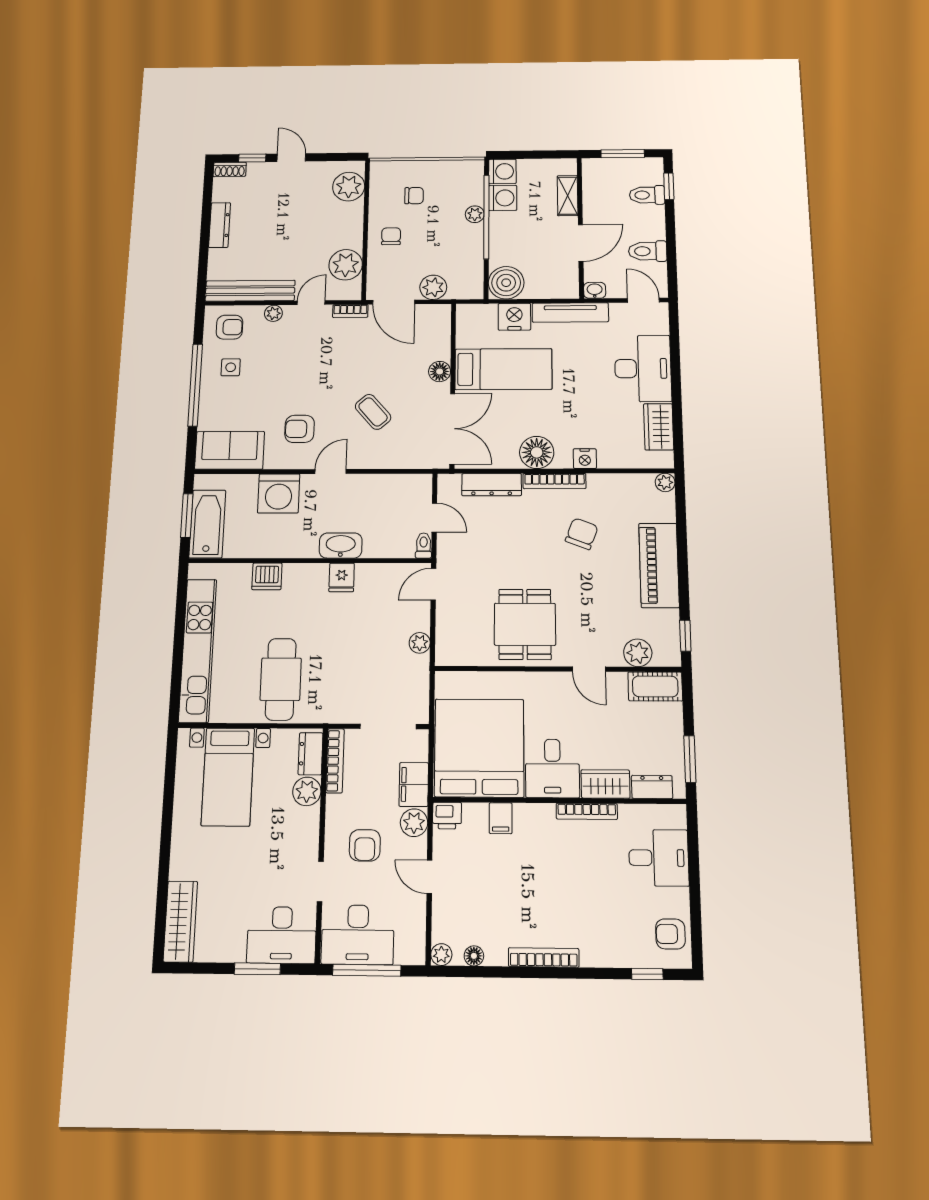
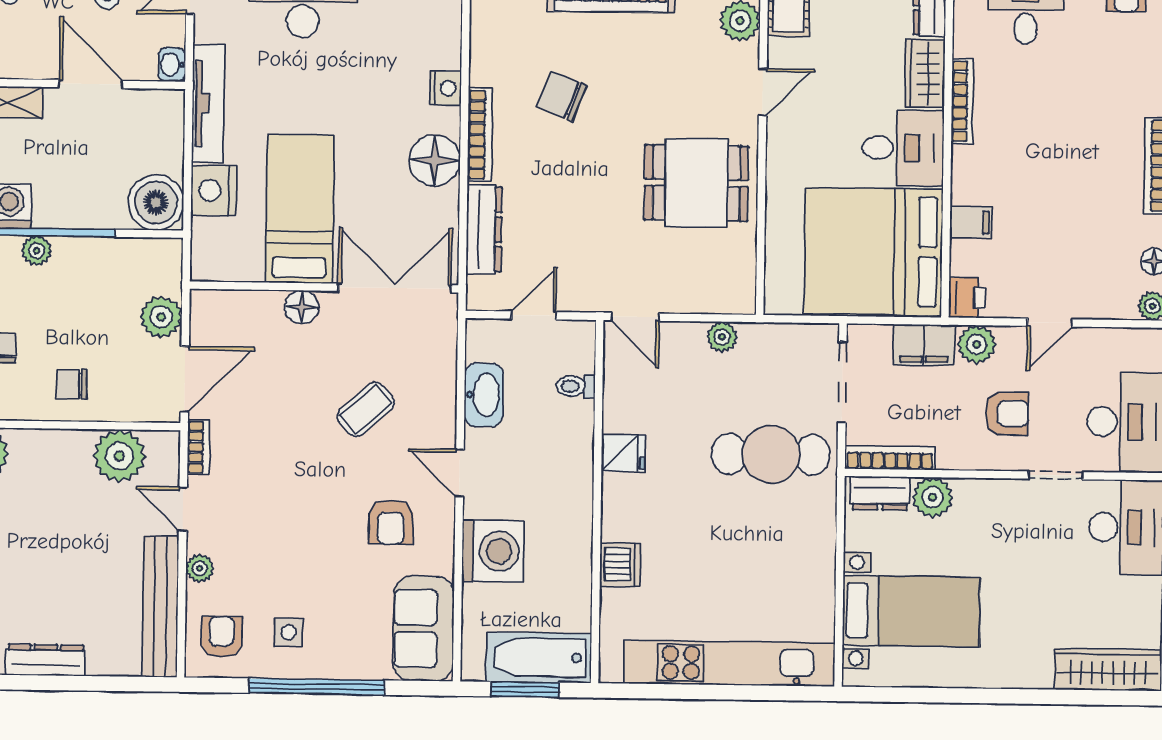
washbasin: (341, 546) -> (484, 395), moved, turned 180
toilet: (424, 546) -> (576, 386), moved
cafe table: (281, 679) -> (771, 454), moved

